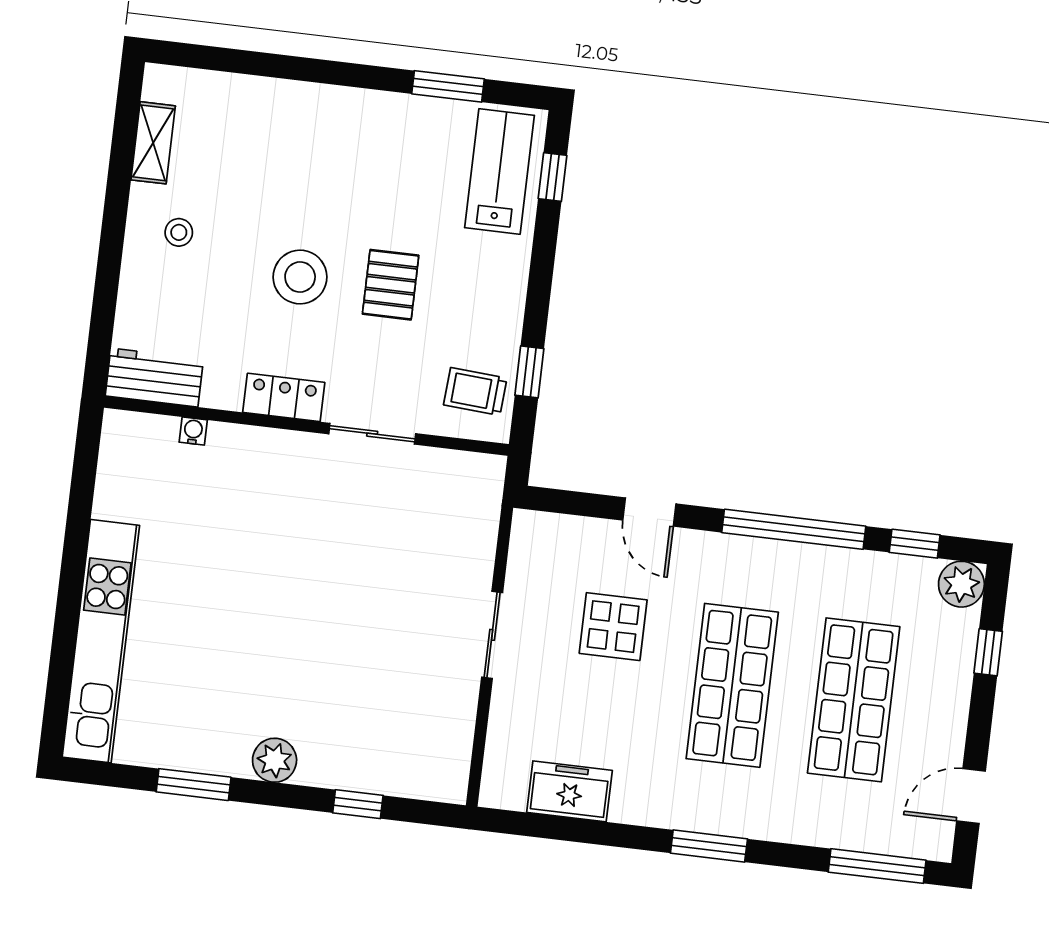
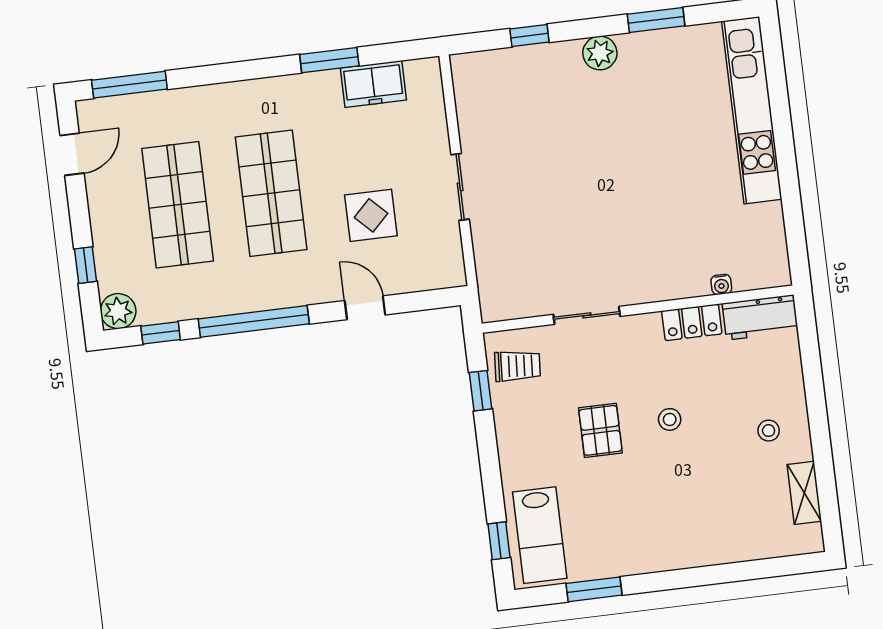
stool: (300, 277) -> (670, 419), width x0.53, depth x0.53
locker: (284, 397) -> (692, 322), moved
window: (709, 846) -> (329, 60), moved

